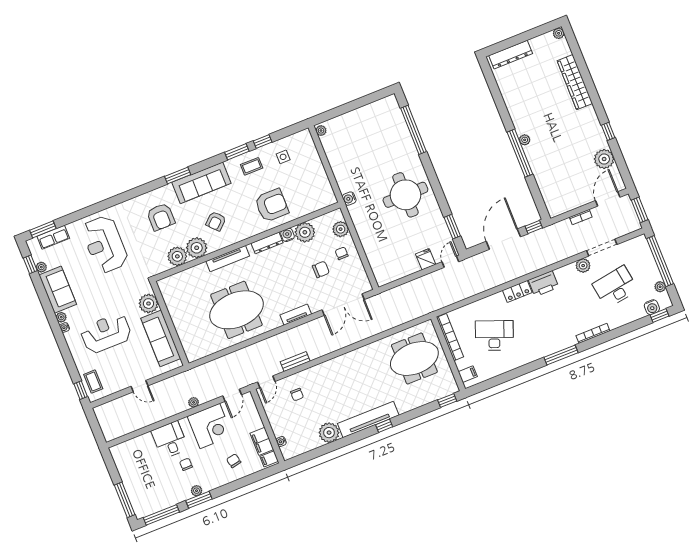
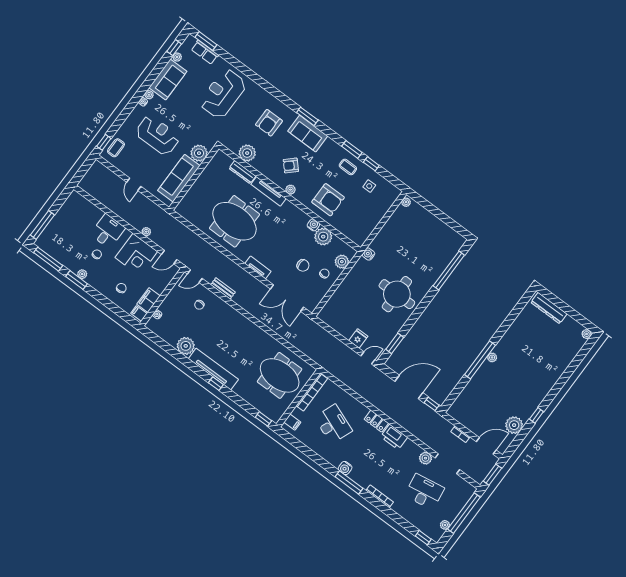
wardrobe: (575, 82) -> (558, 368), removed
sofa: (201, 183) -> (308, 134), width x0.73
dresser: (267, 243) -> (242, 172), moved
plant: (197, 248) -> (290, 190), moved, width x0.53, depth x0.53
water cooler: (652, 307) -> (345, 468), moved

